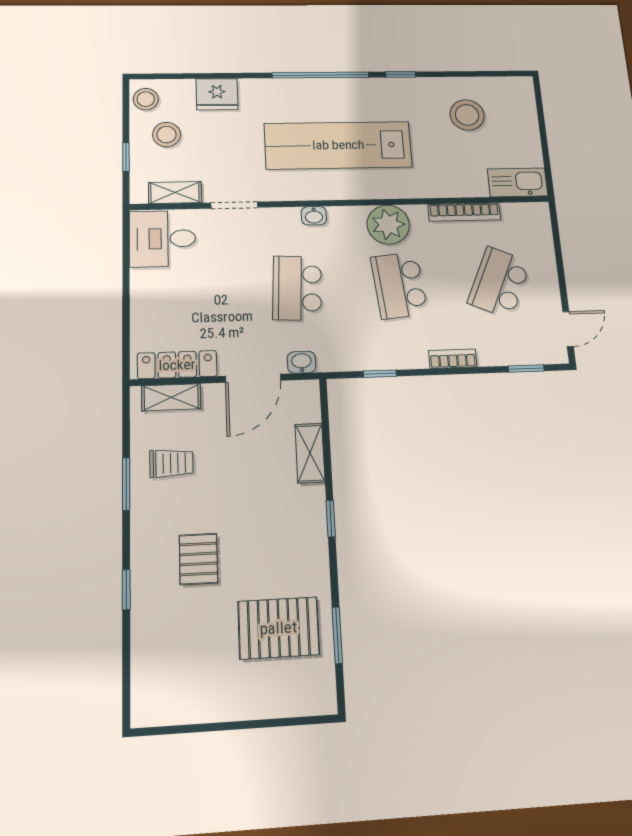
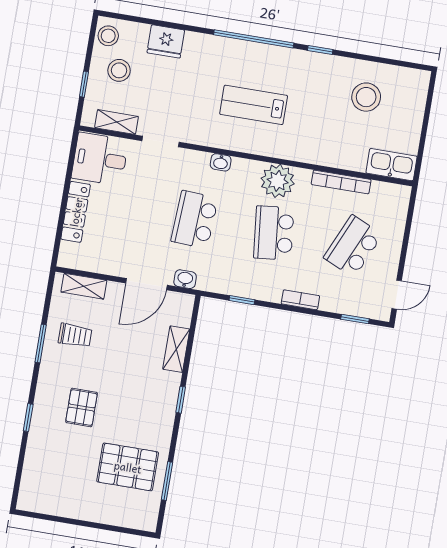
lab bench: (338, 145) -> (254, 105), width x0.54, depth x0.72
locker: (177, 365) -> (76, 212), moved, turned 90

